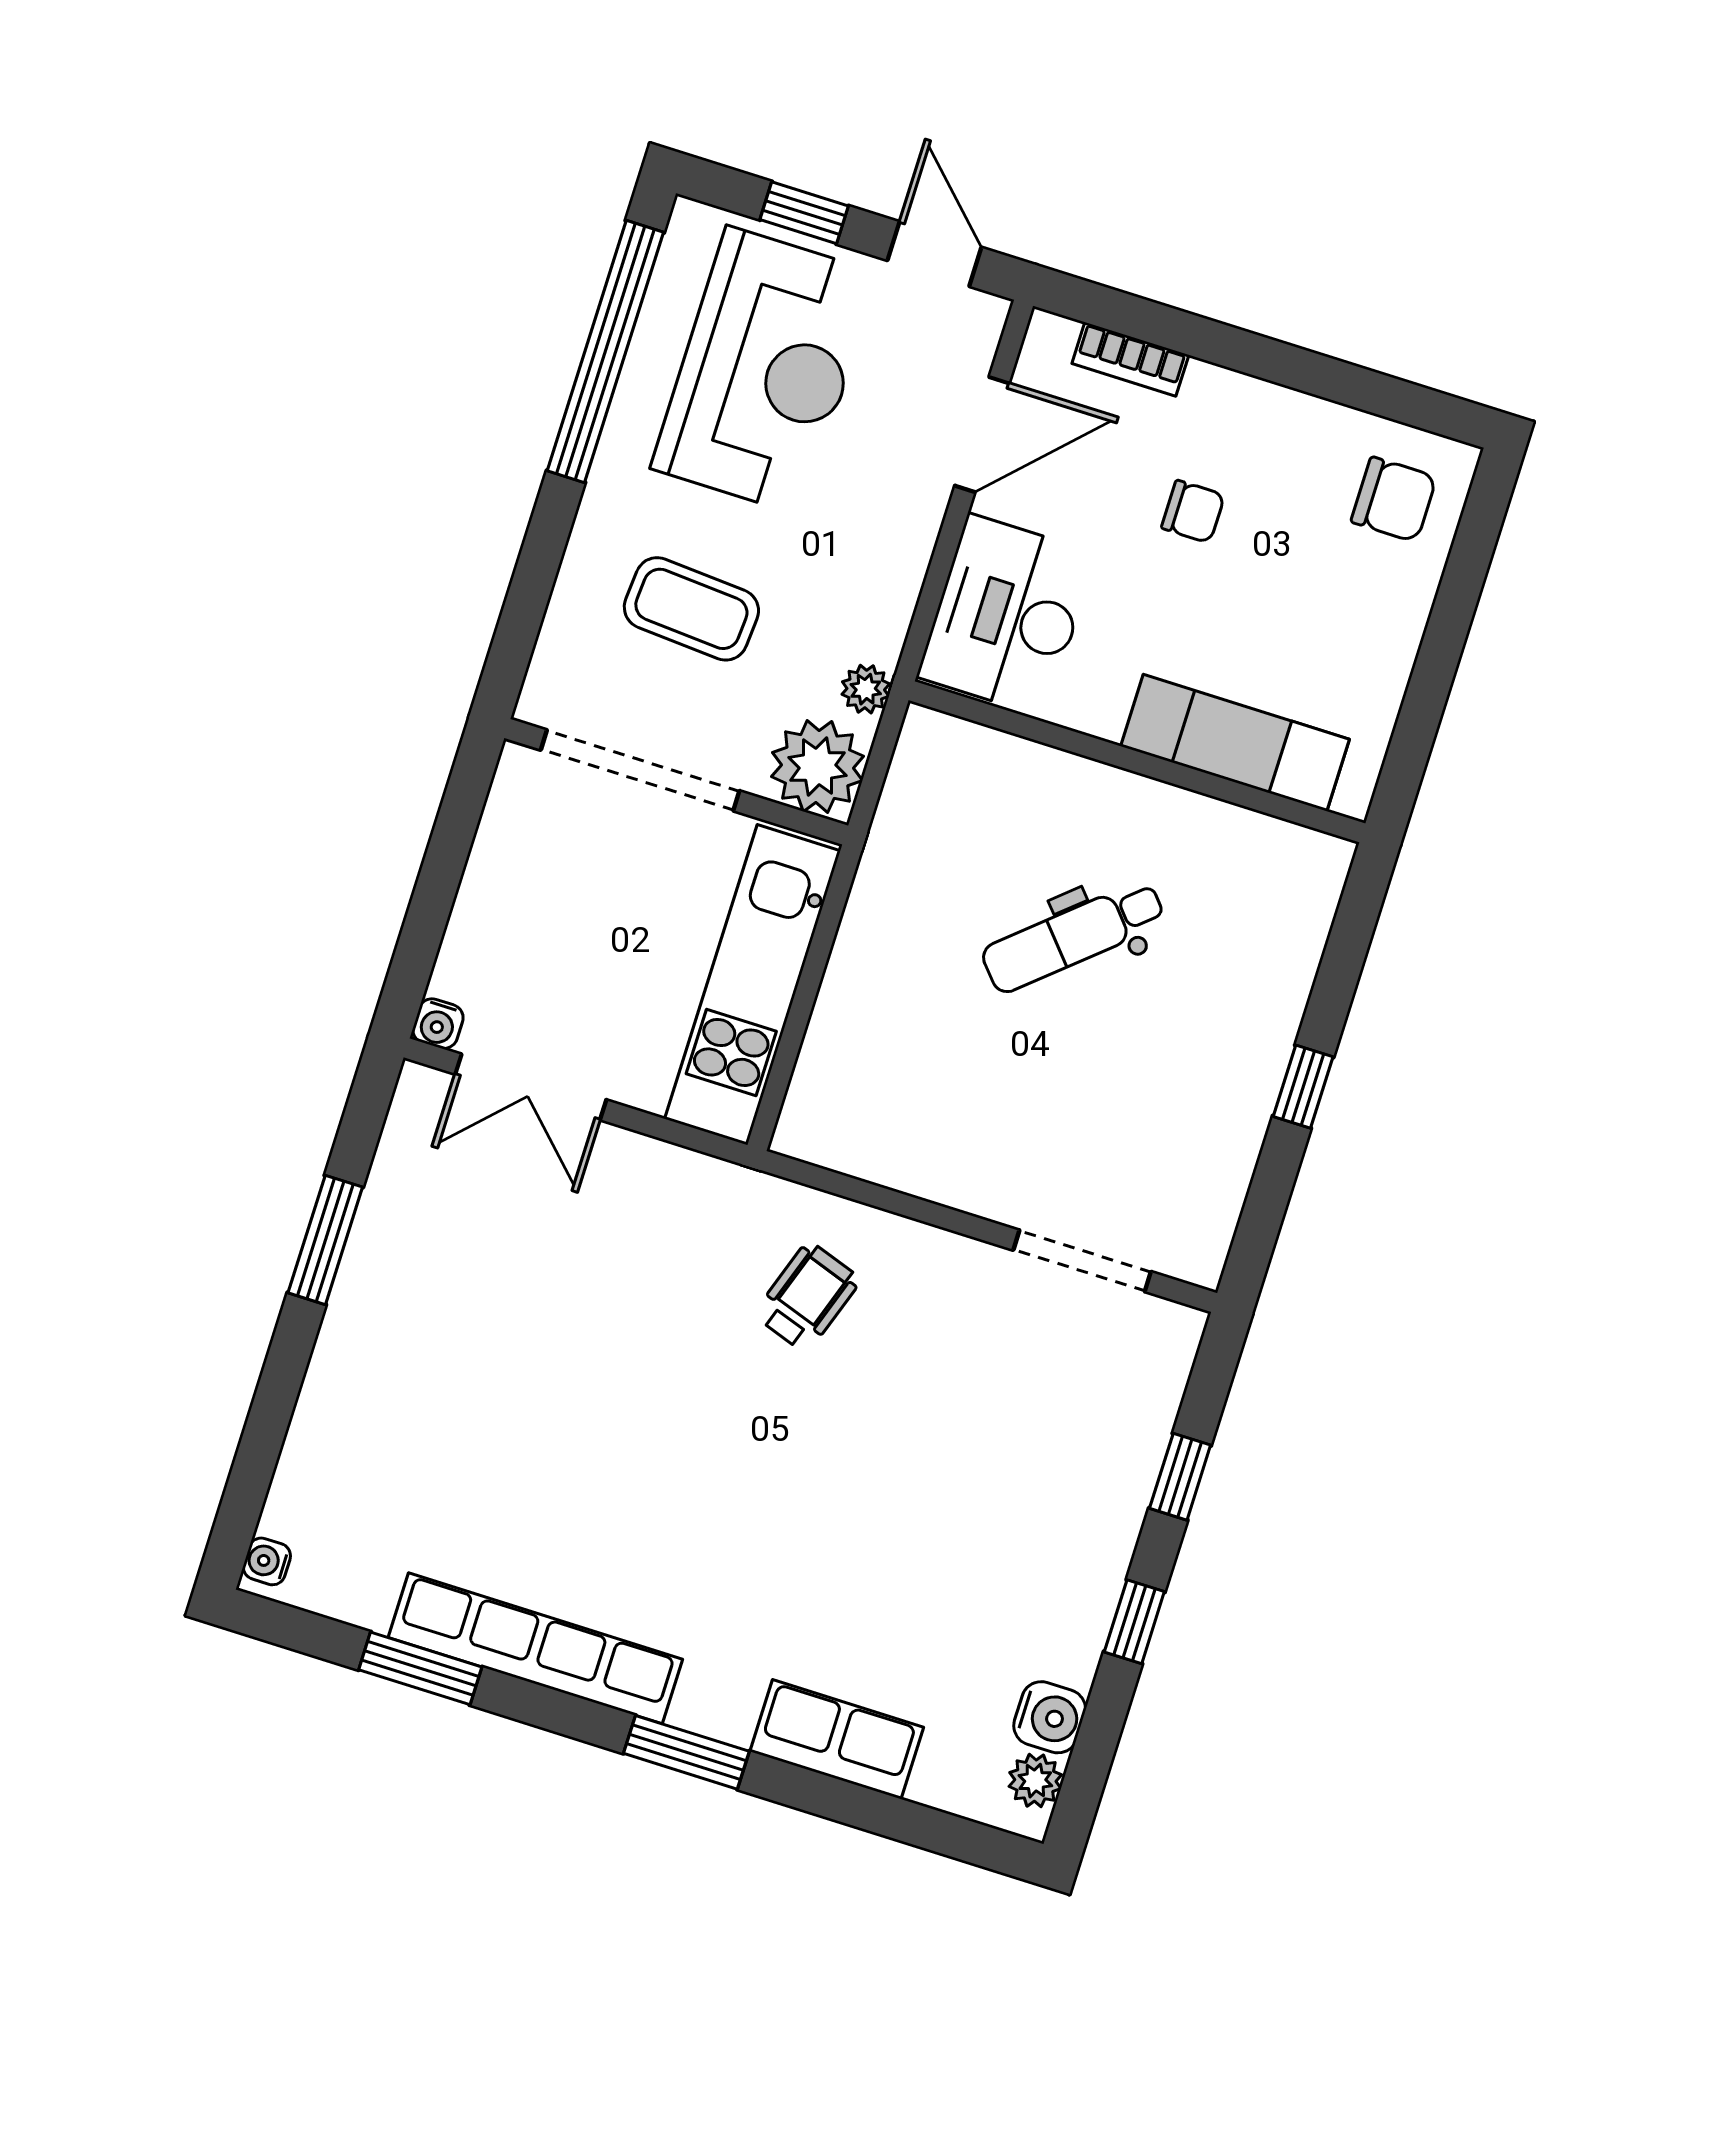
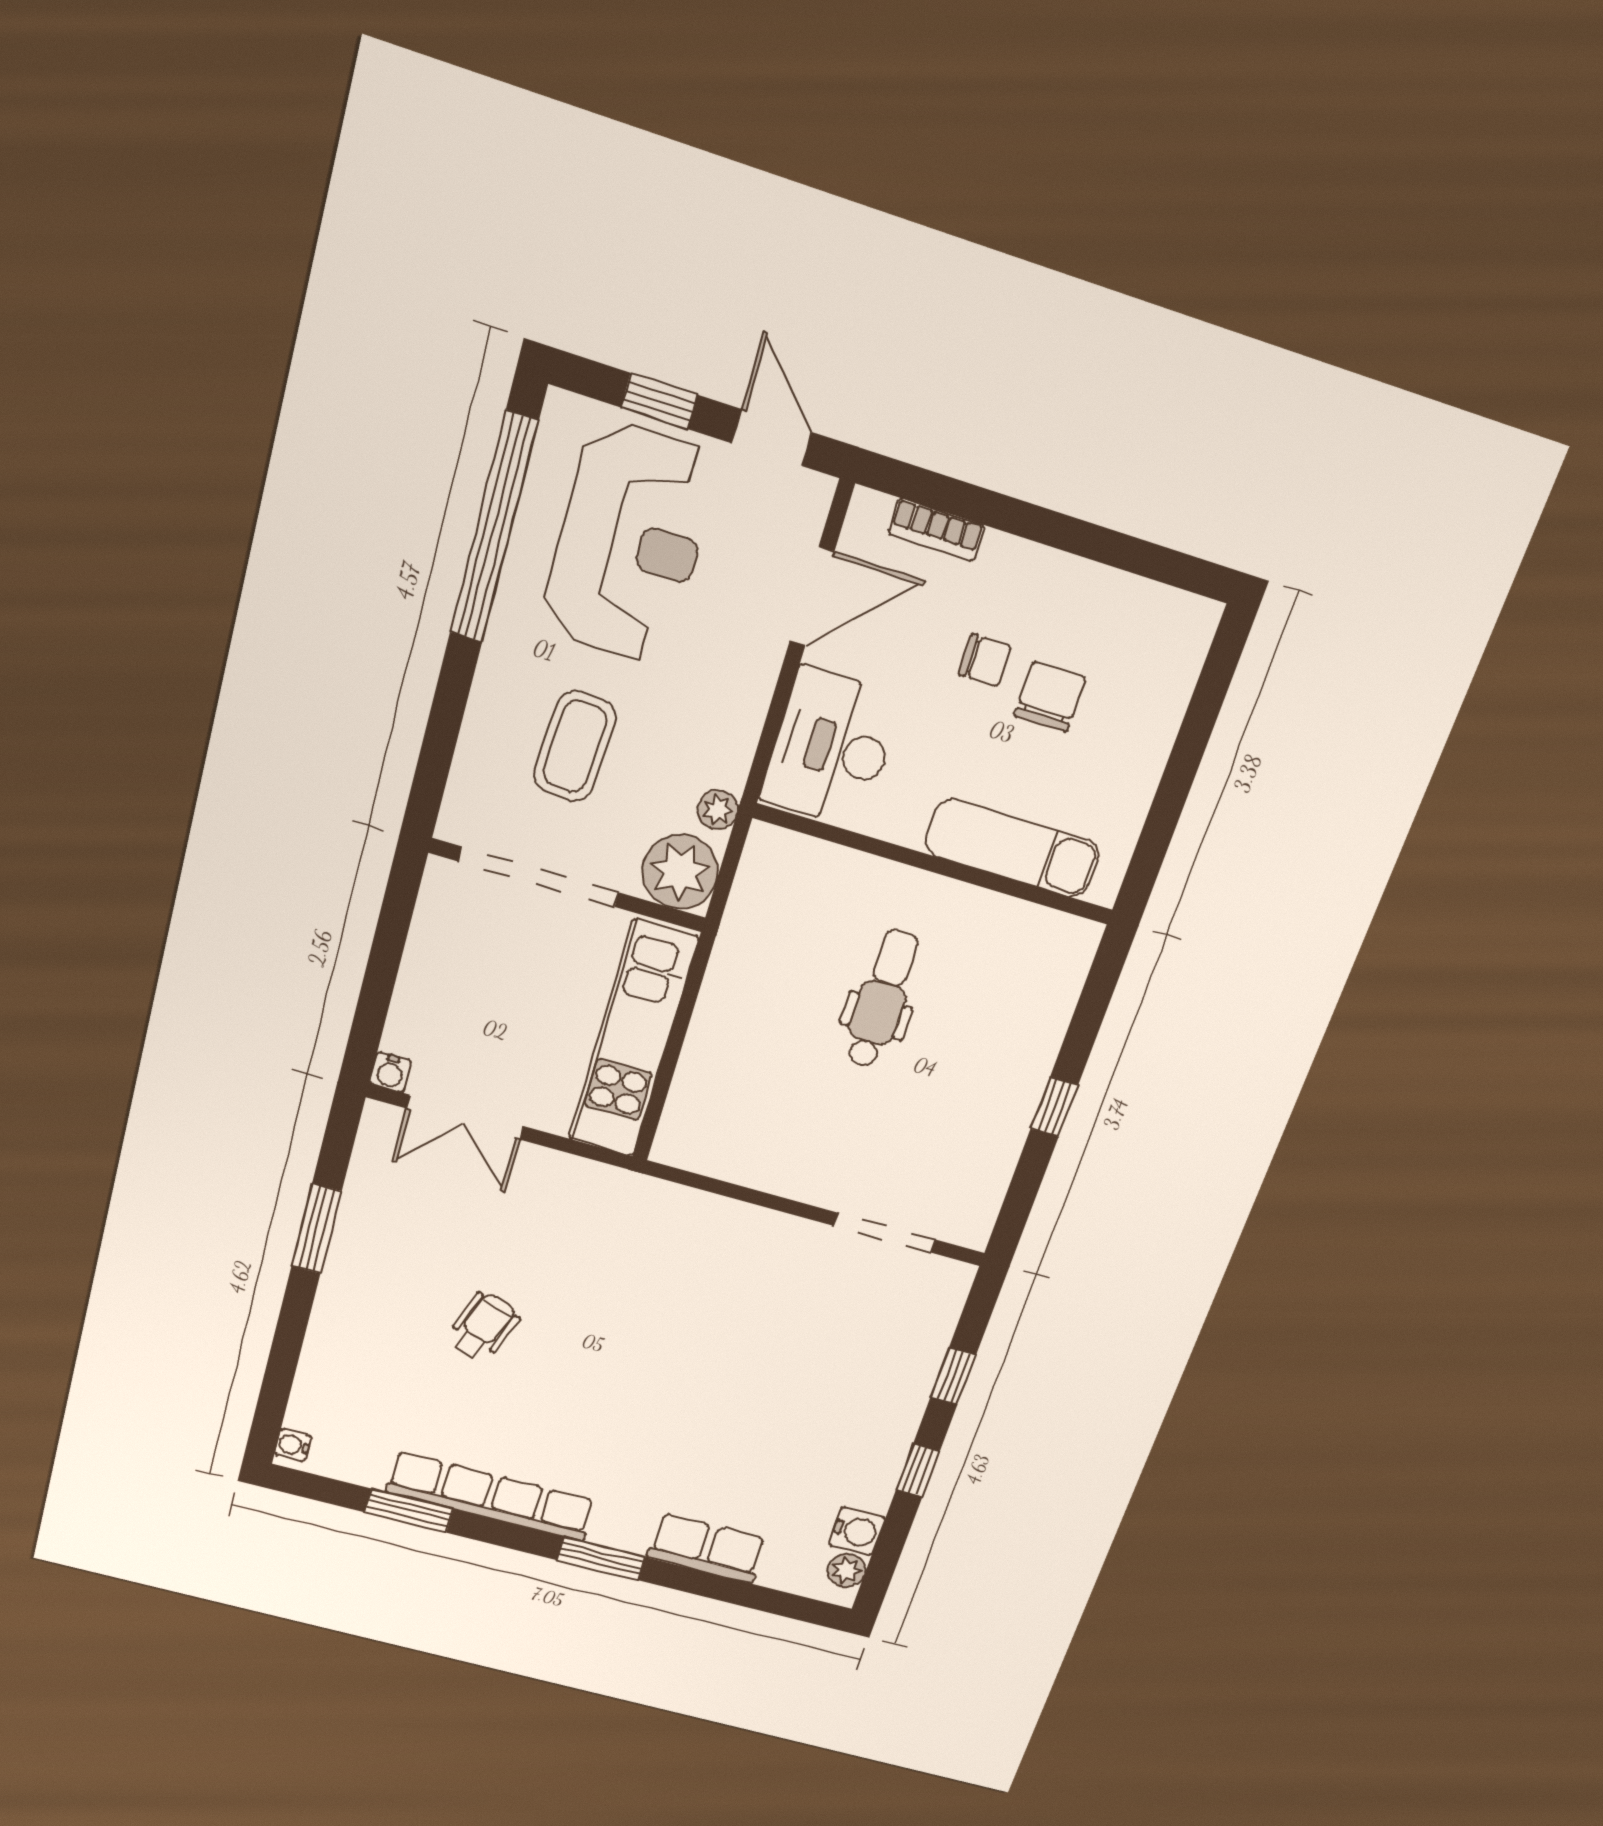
chair: (1394, 499) -> (1050, 697), moved, turned -90
coffee table: (691, 609) -> (575, 746), turned 90
dental chair: (1073, 936) -> (882, 999), turned 131
wheelchair: (807, 1297) -> (483, 1327), moved

